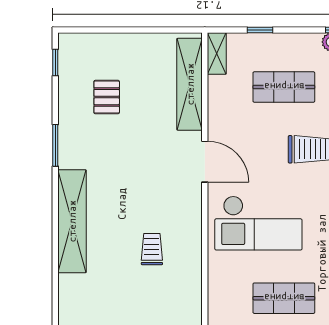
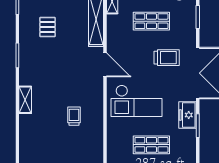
shelving: (72, 221) -> (25, 100), width x0.45, depth x0.75

